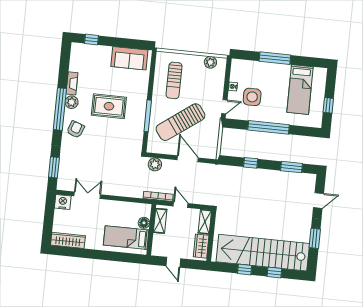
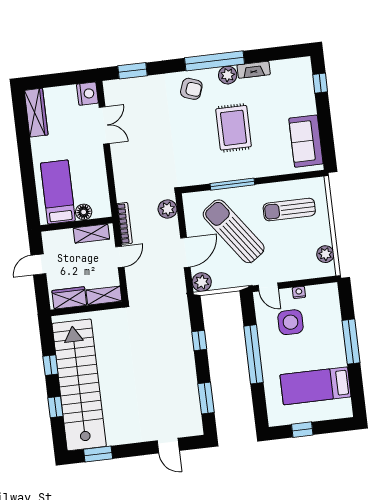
plant: (211, 152) -> (202, 282), added
window: (315, 238) -> (98, 454), moved

